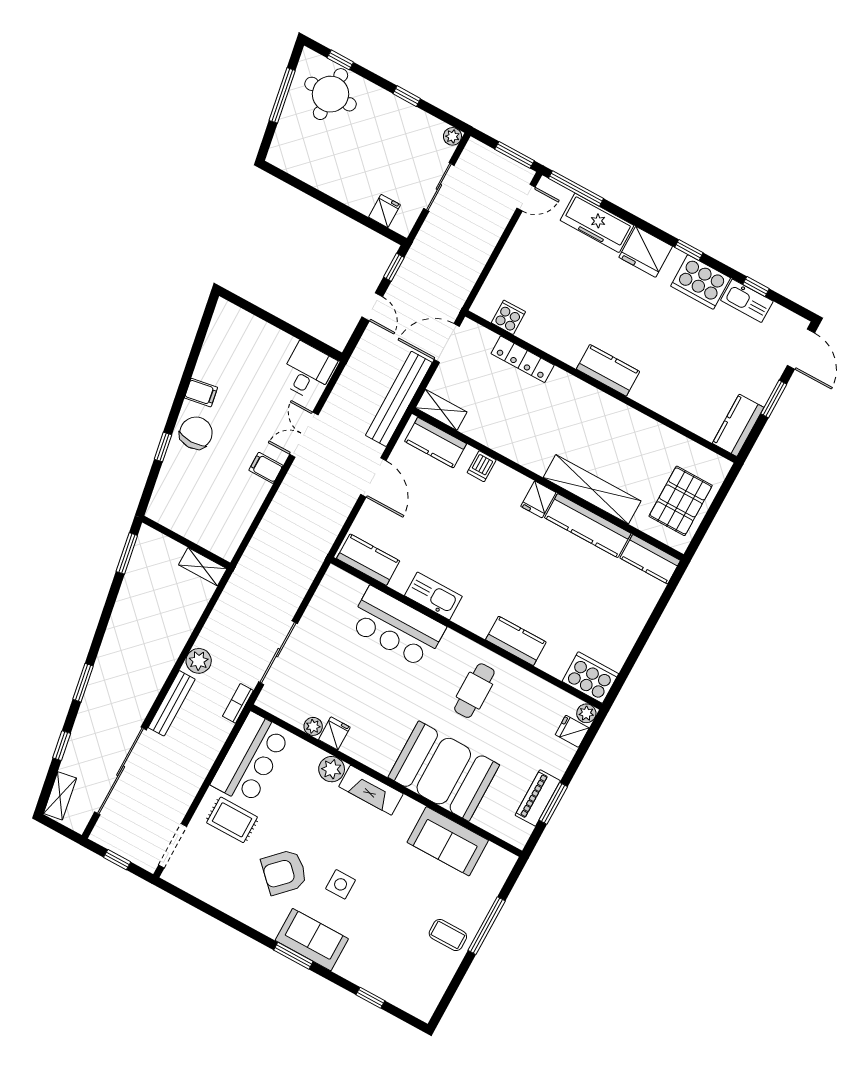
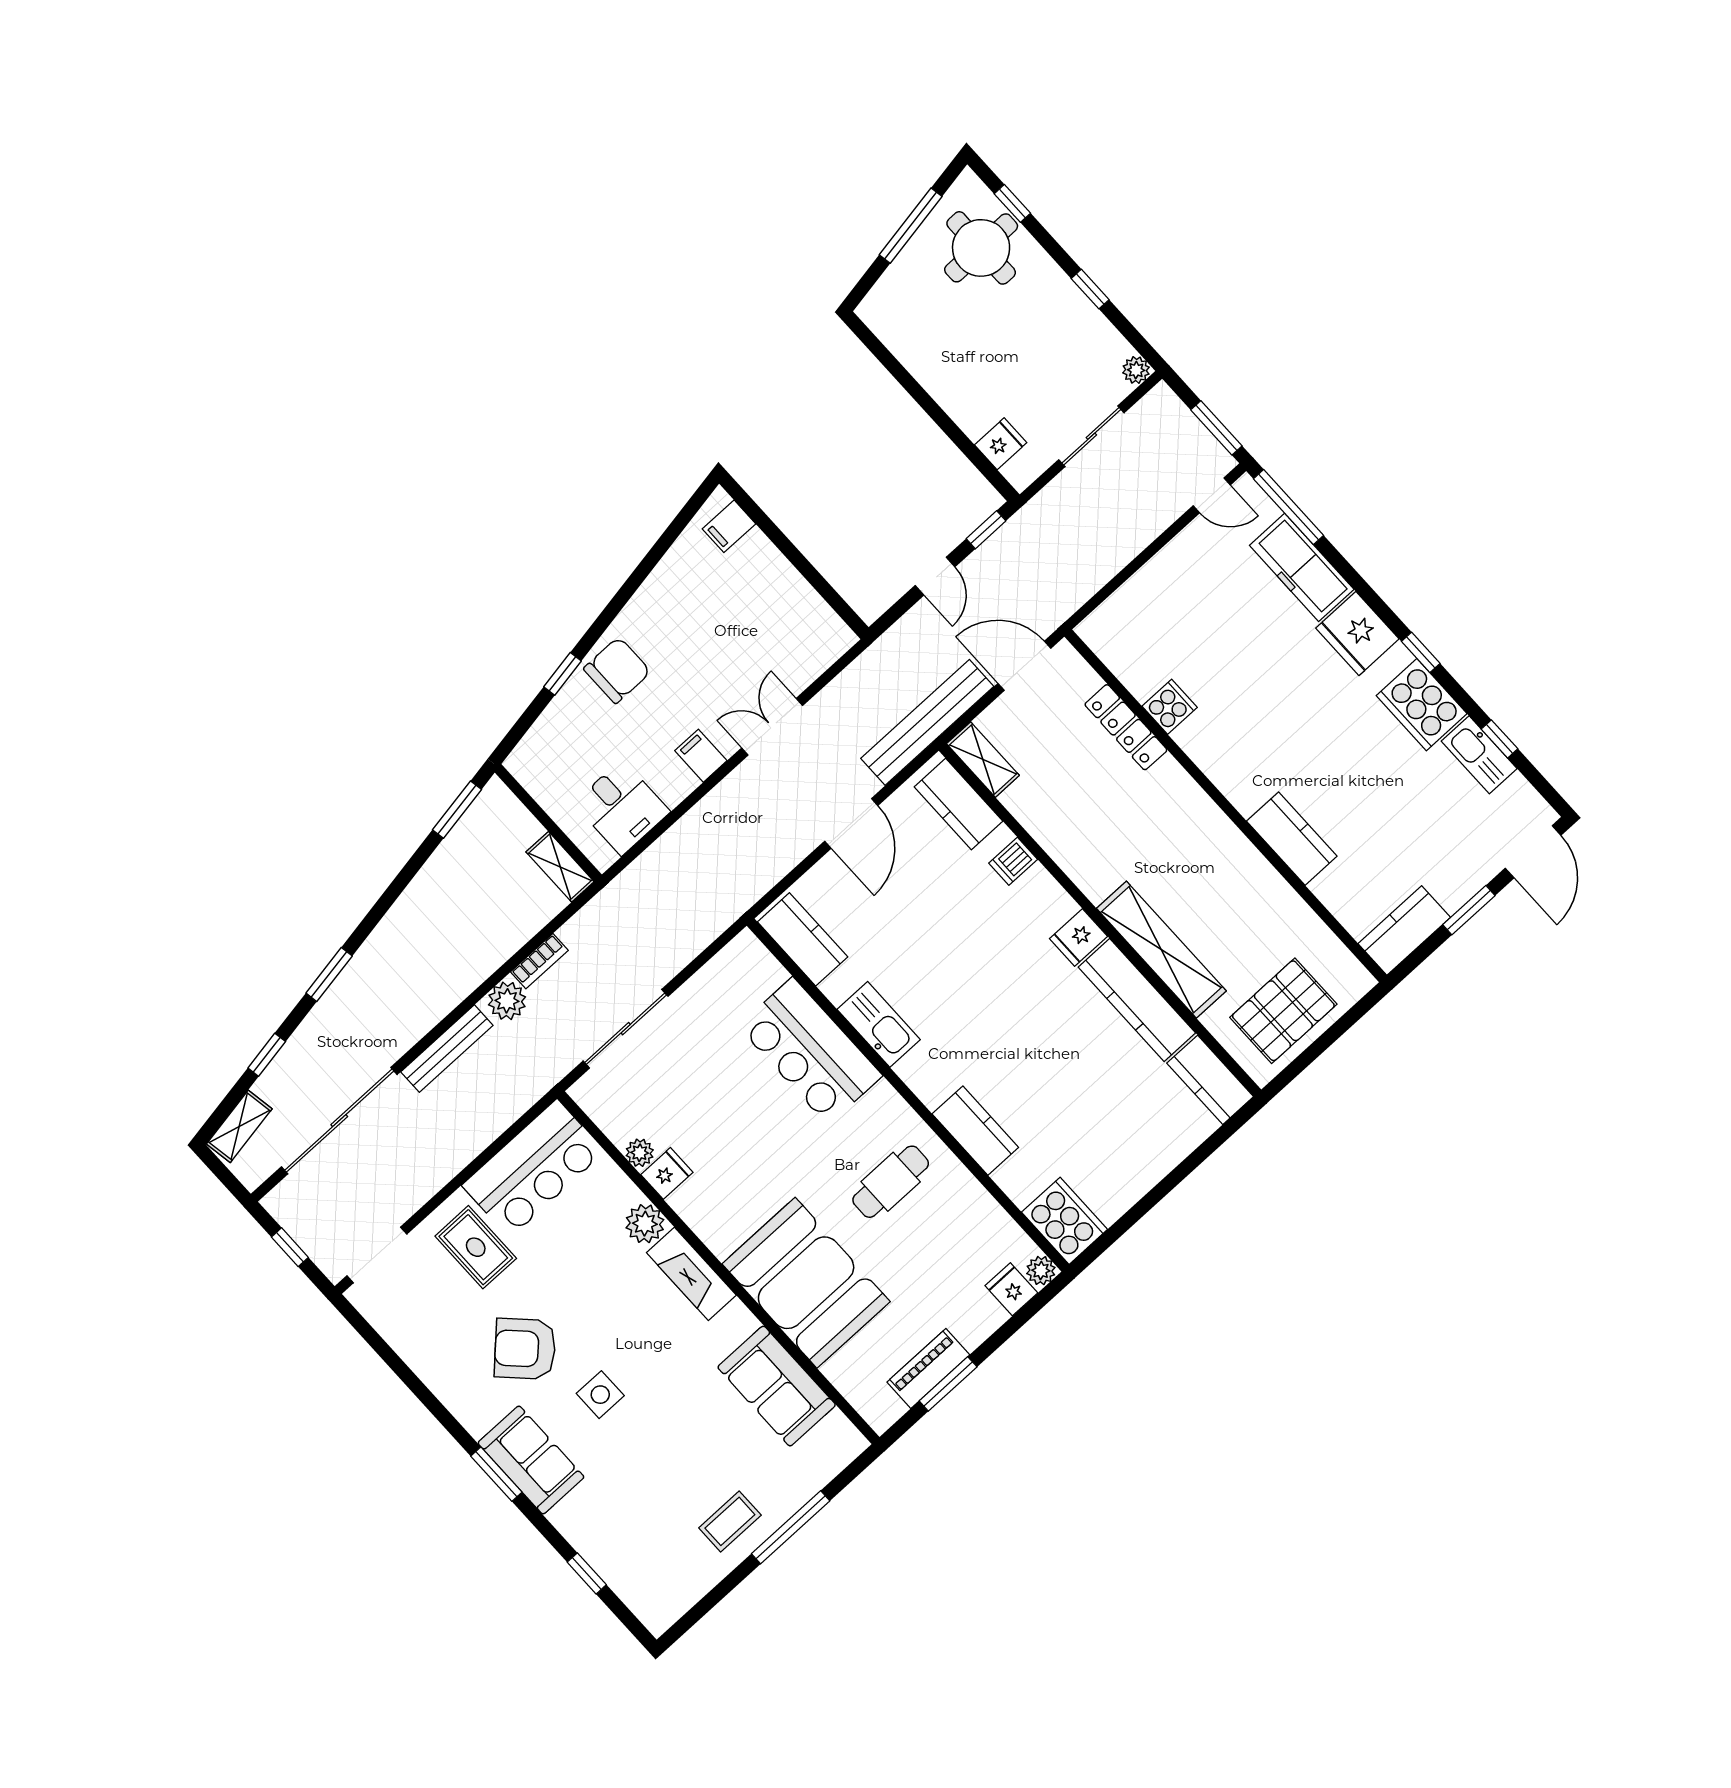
cooker: (508, 317) -> (1170, 707), moved
kitchen counter: (608, 370) -> (1292, 839), moved
desk: (308, 371) -> (622, 808), moved, turned 90
filing cabinet: (201, 393) -> (729, 526), moved, turned 100
bookcase: (238, 703) -> (539, 961), moved, turned 180
coffee table: (448, 935) -> (730, 1521), turned 90

